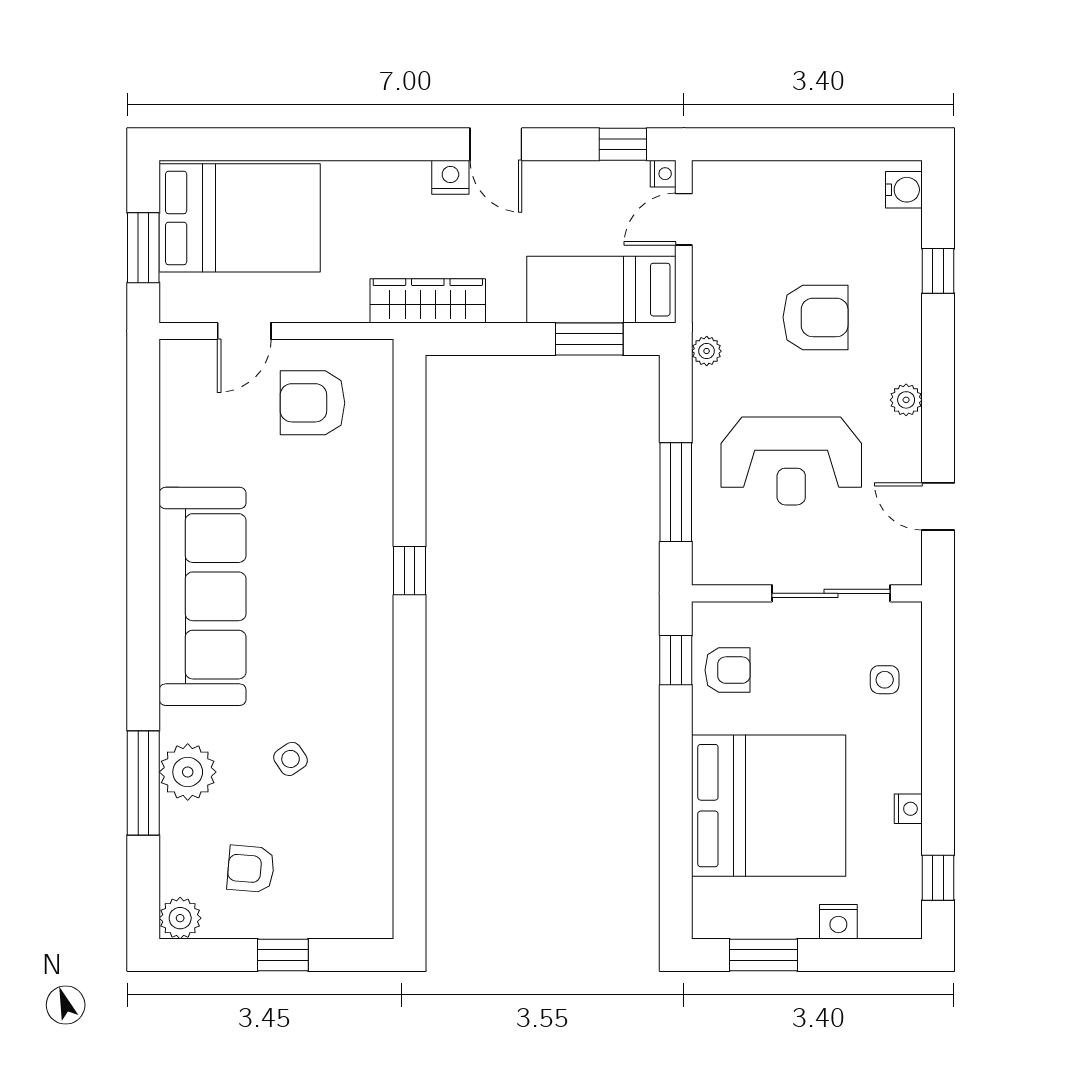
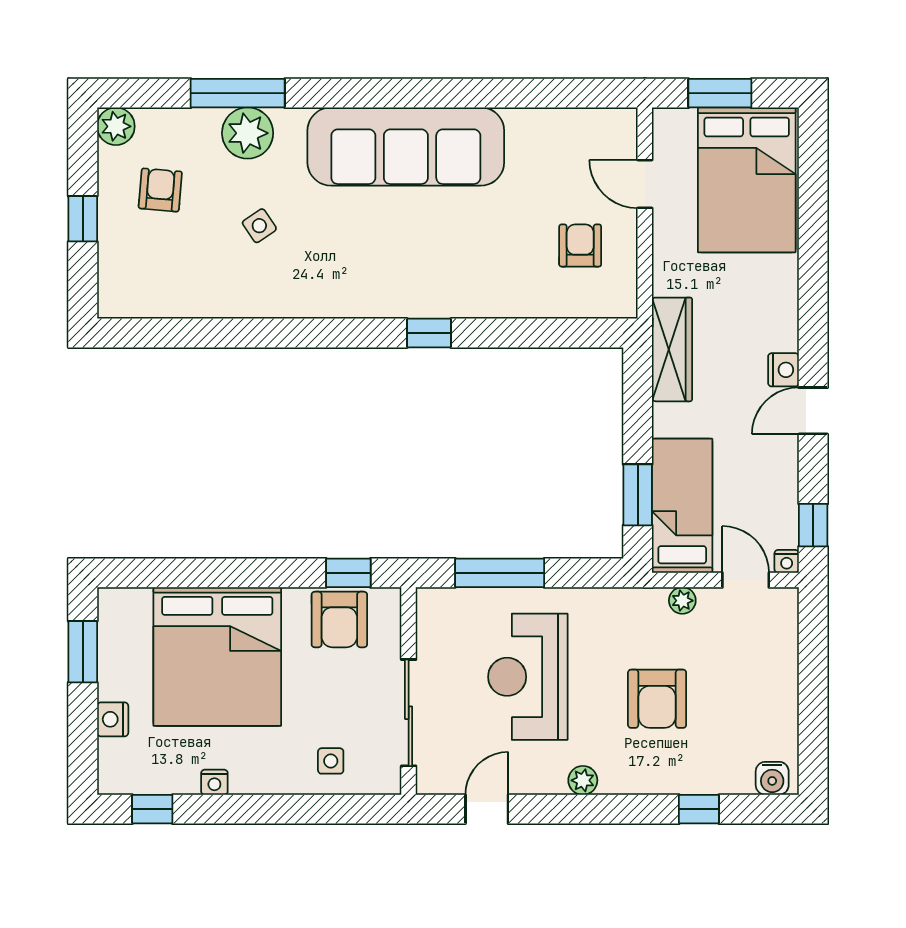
plant: (707, 351) -> (682, 601), moved
armchair: (312, 403) -> (580, 245), width x0.72, depth x0.72
armchair: (728, 670) -> (339, 619), width x1.38, depth x1.38

